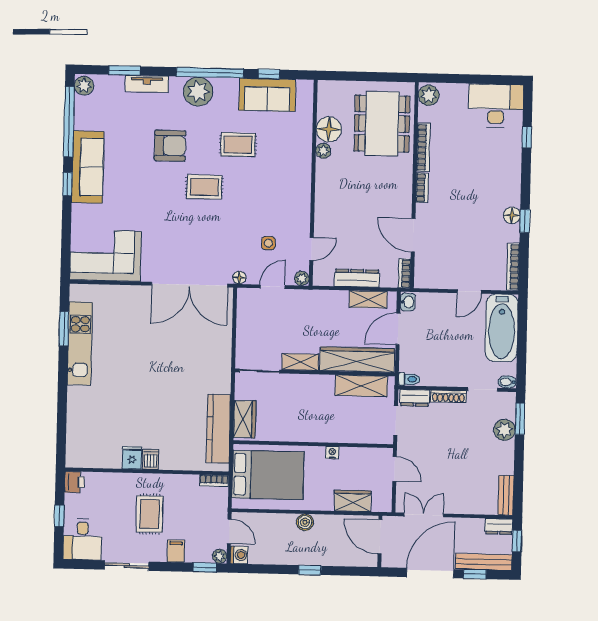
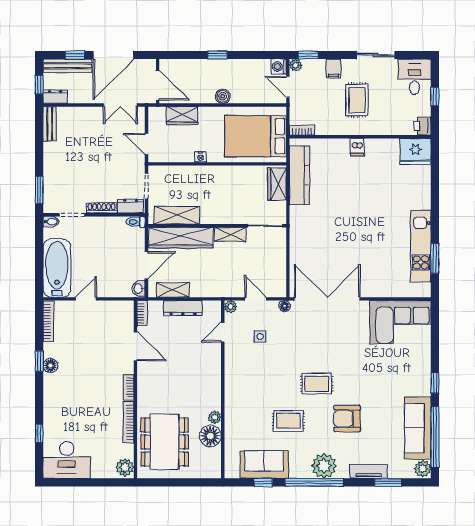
sofa: (88, 167) -> (418, 428), moved
door: (273, 287) -> (256, 299), swing flipped
plant: (504, 430) -> (52, 180), removed
fridge: (132, 458) -> (415, 152), moved, width x1.88, depth x1.34

